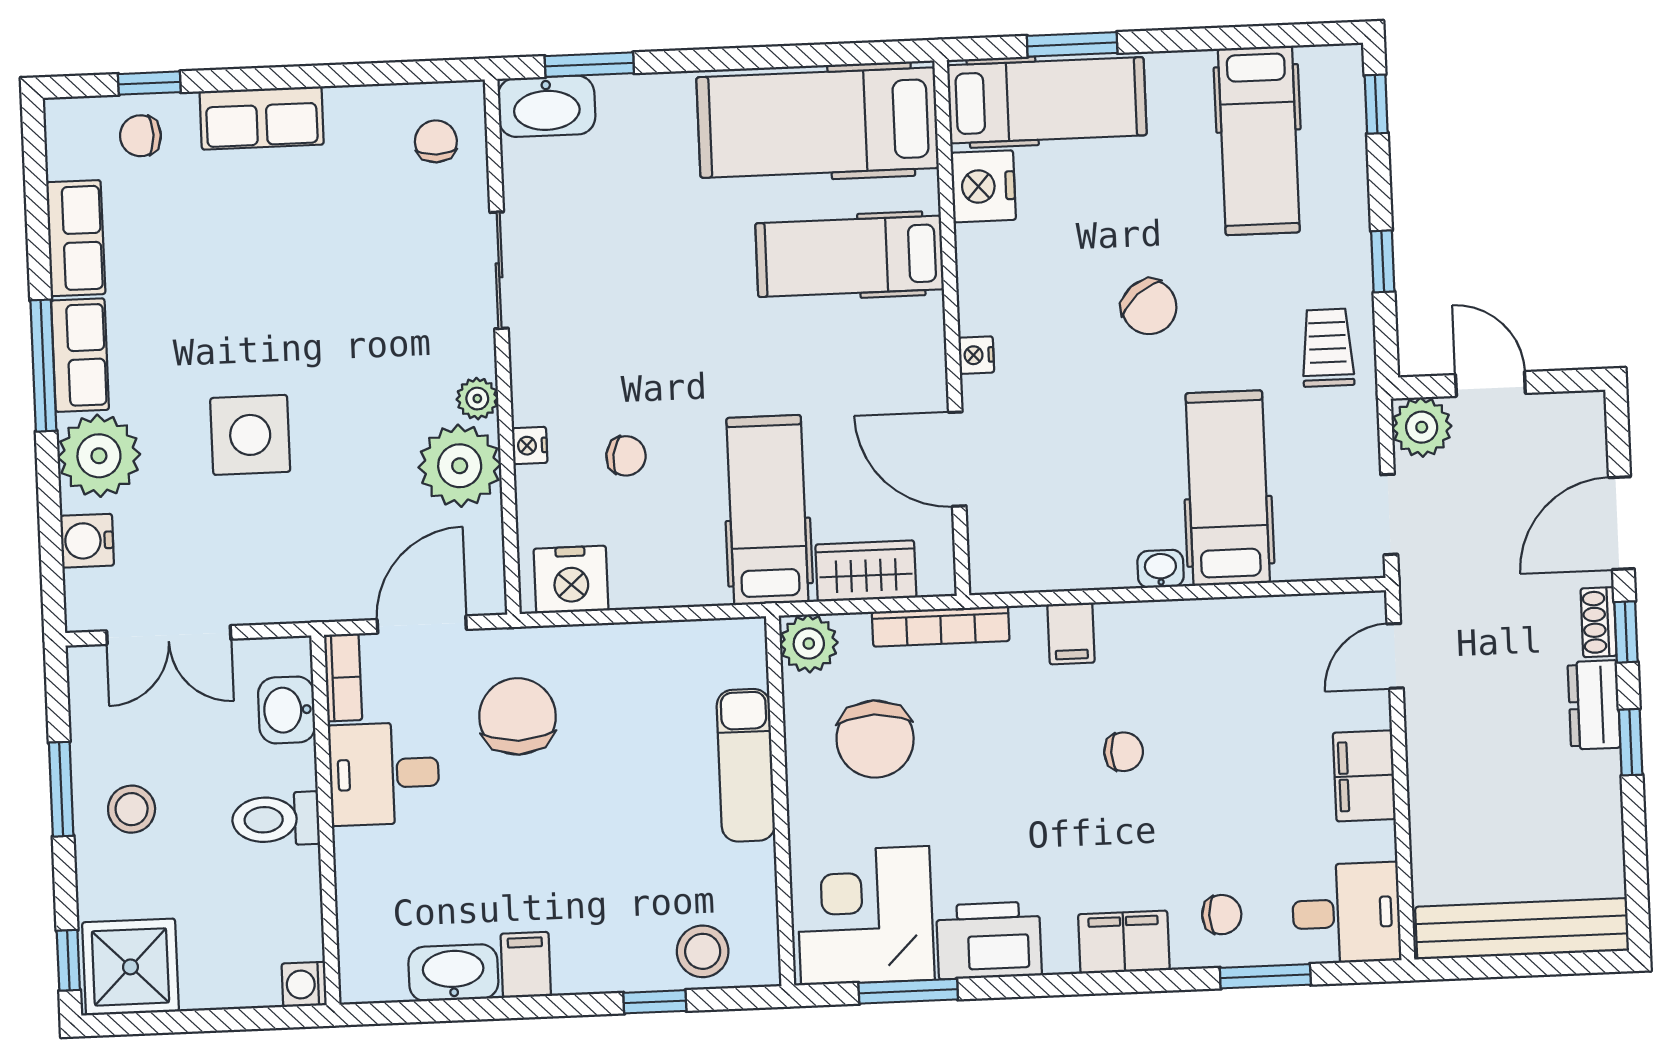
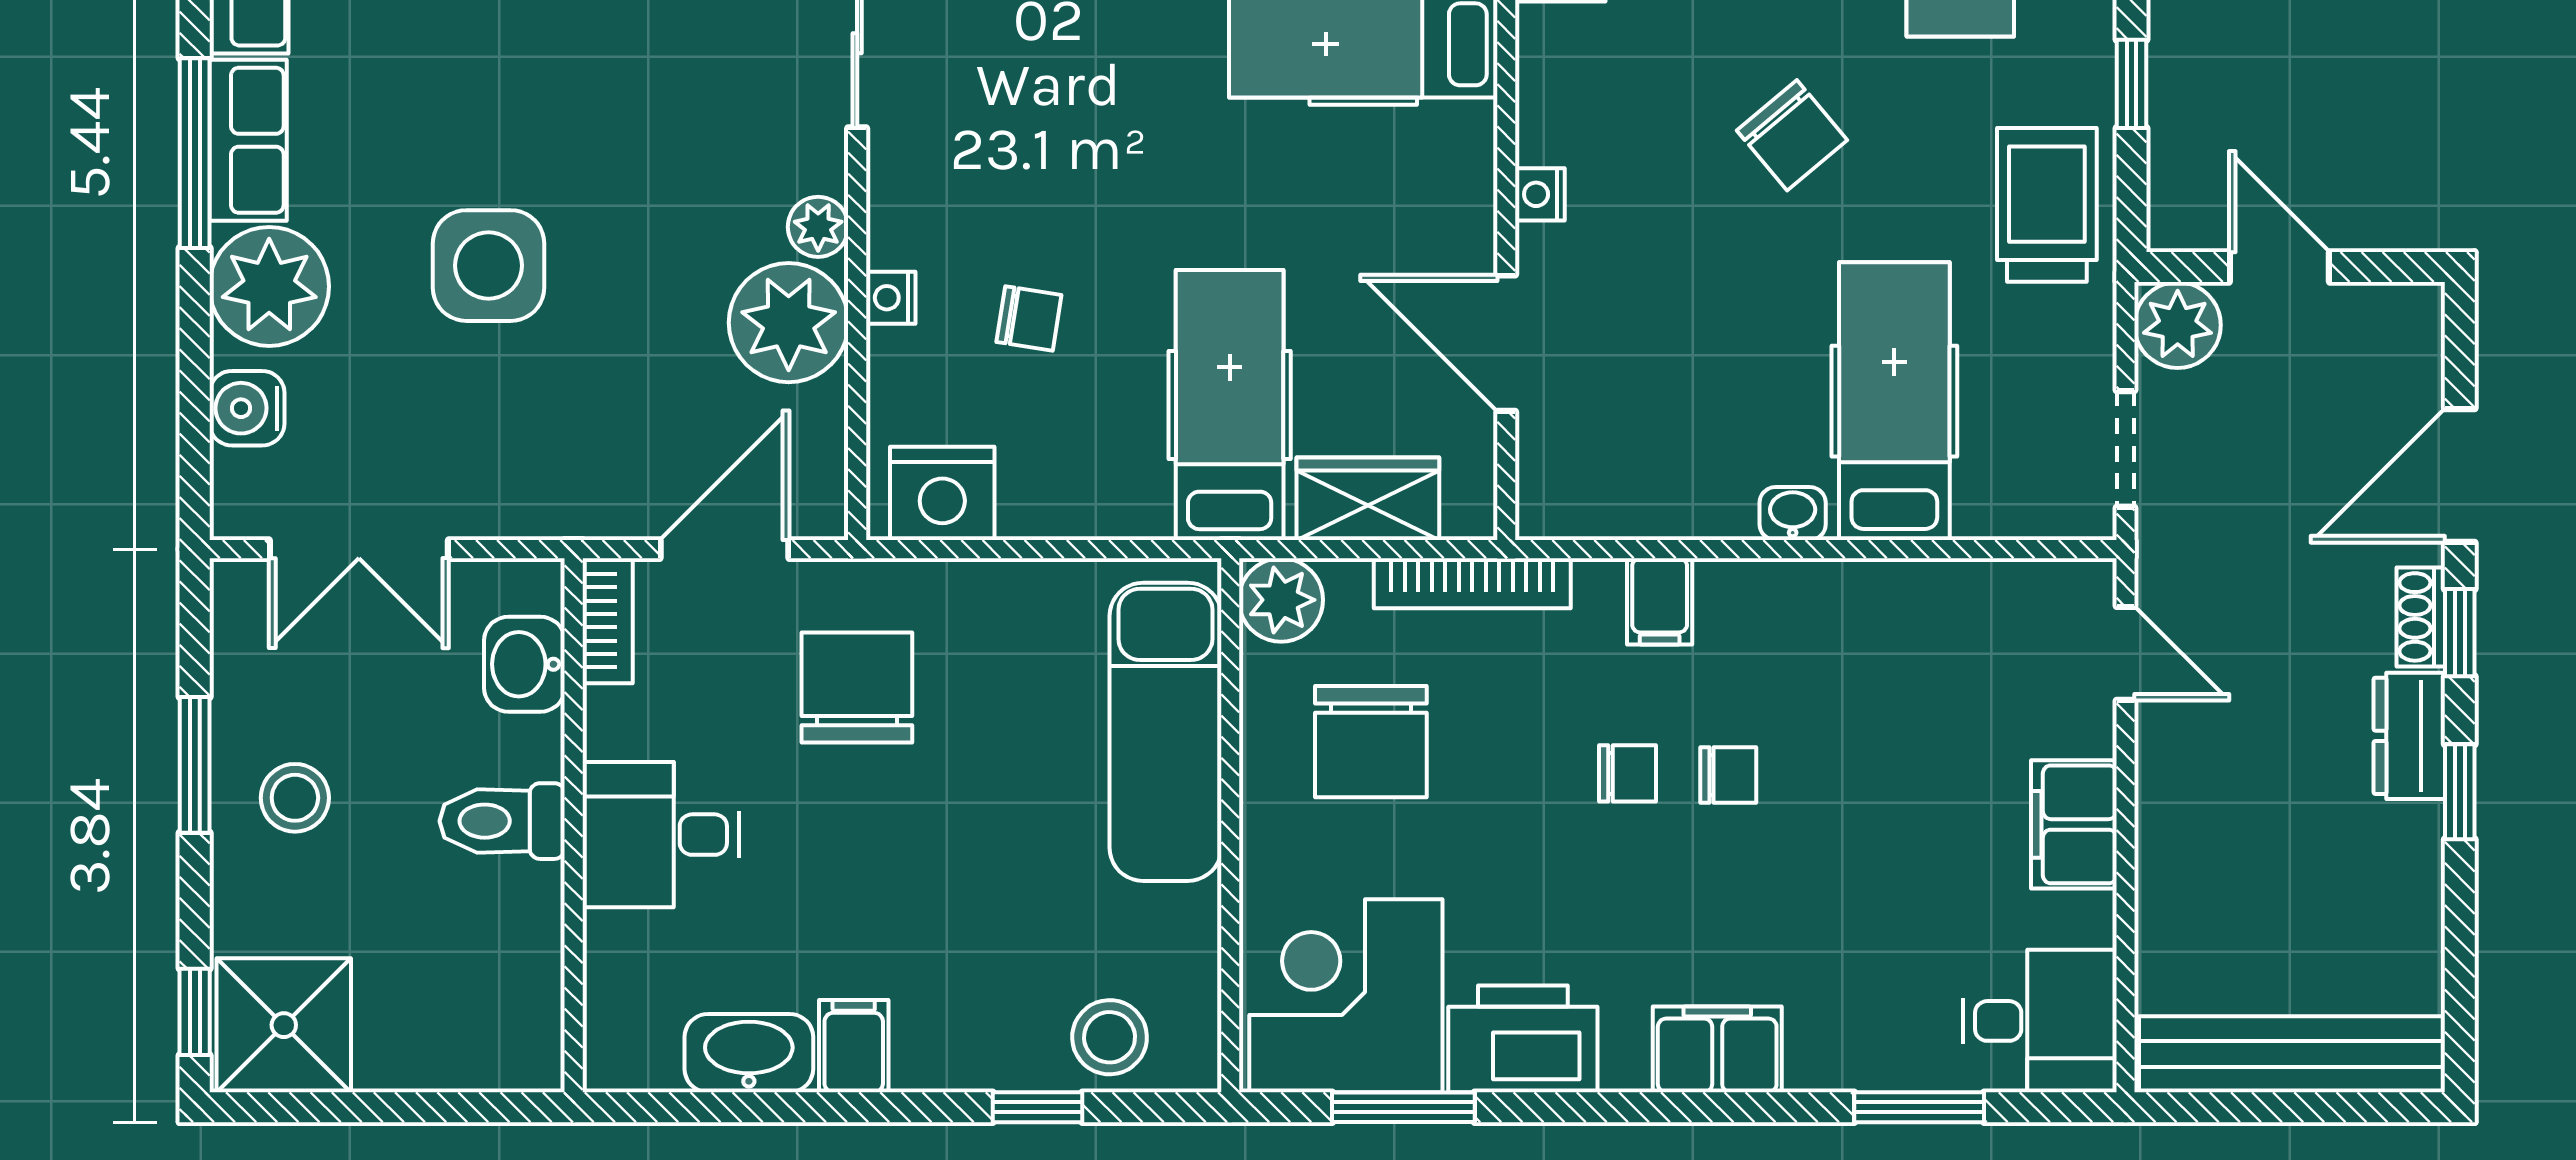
trolley: (1328, 348) -> (2047, 205), width x1.36, depth x1.39
door: (1395, 656) -> (2126, 653), swing flipped
exam couch: (746, 765) -> (1165, 732), width x1.36, depth x1.45
desk: (384, 774) -> (661, 835), moved
chair: (1222, 915) -> (1627, 773), moved
washing machine: (304, 984) -> (533, 1061), removed

